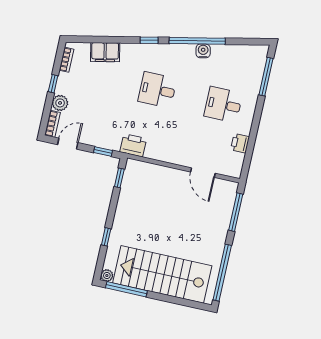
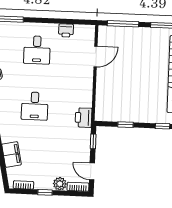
window: (119, 178) -> (125, 125), moved

